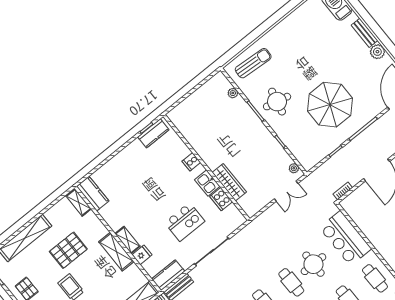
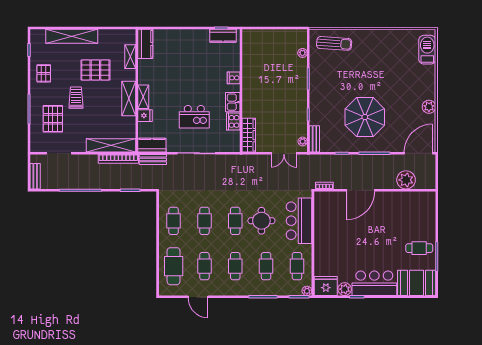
bench: (364, 33) -> (314, 139), moved
round table: (277, 102) -> (329, 84), removed
wardrobe: (229, 182) -> (249, 135), moved
shelving: (79, 202) -> (130, 57), moved

